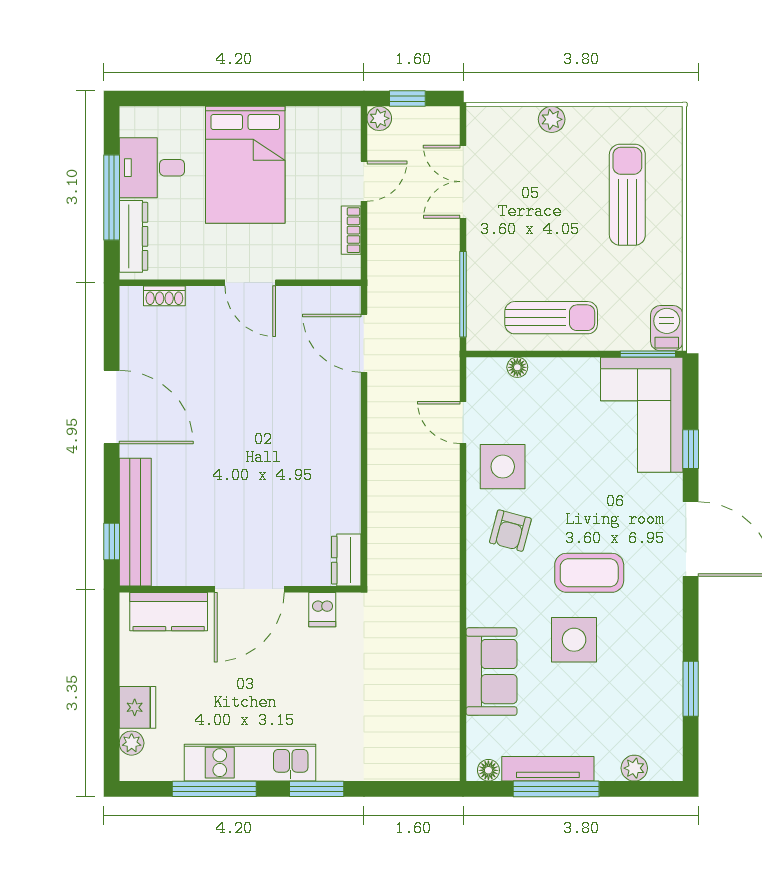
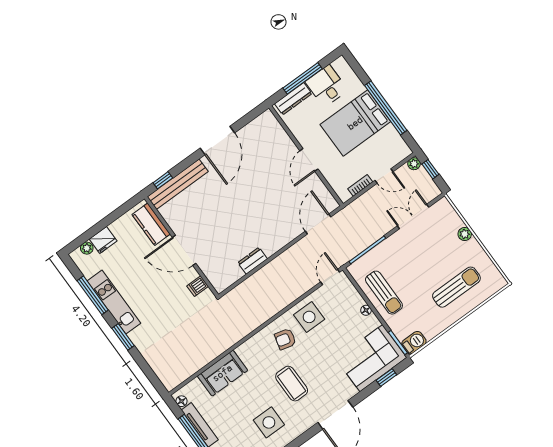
window: (256, 98) -> (386, 108), added
shoe rack: (164, 296) -> (278, 129), removed
floor lamp: (517, 367) -> (366, 310), moved
door: (463, 422) -> (330, 277), moved
window: (691, 449) -> (386, 378), moved
dresser: (346, 560) -> (253, 261), moved
side table: (574, 640) -> (269, 422), moved

